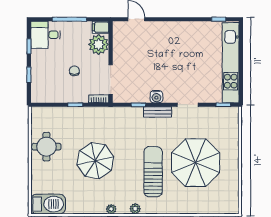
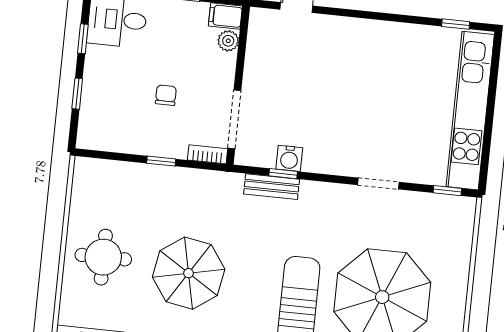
plant: (99, 45) -> (228, 41), width x0.53, depth x0.53
water cooler: (156, 97) -> (289, 158), moved
bench: (158, 112) -> (272, 187), moved
round table: (46, 147) -> (103, 257), moved

